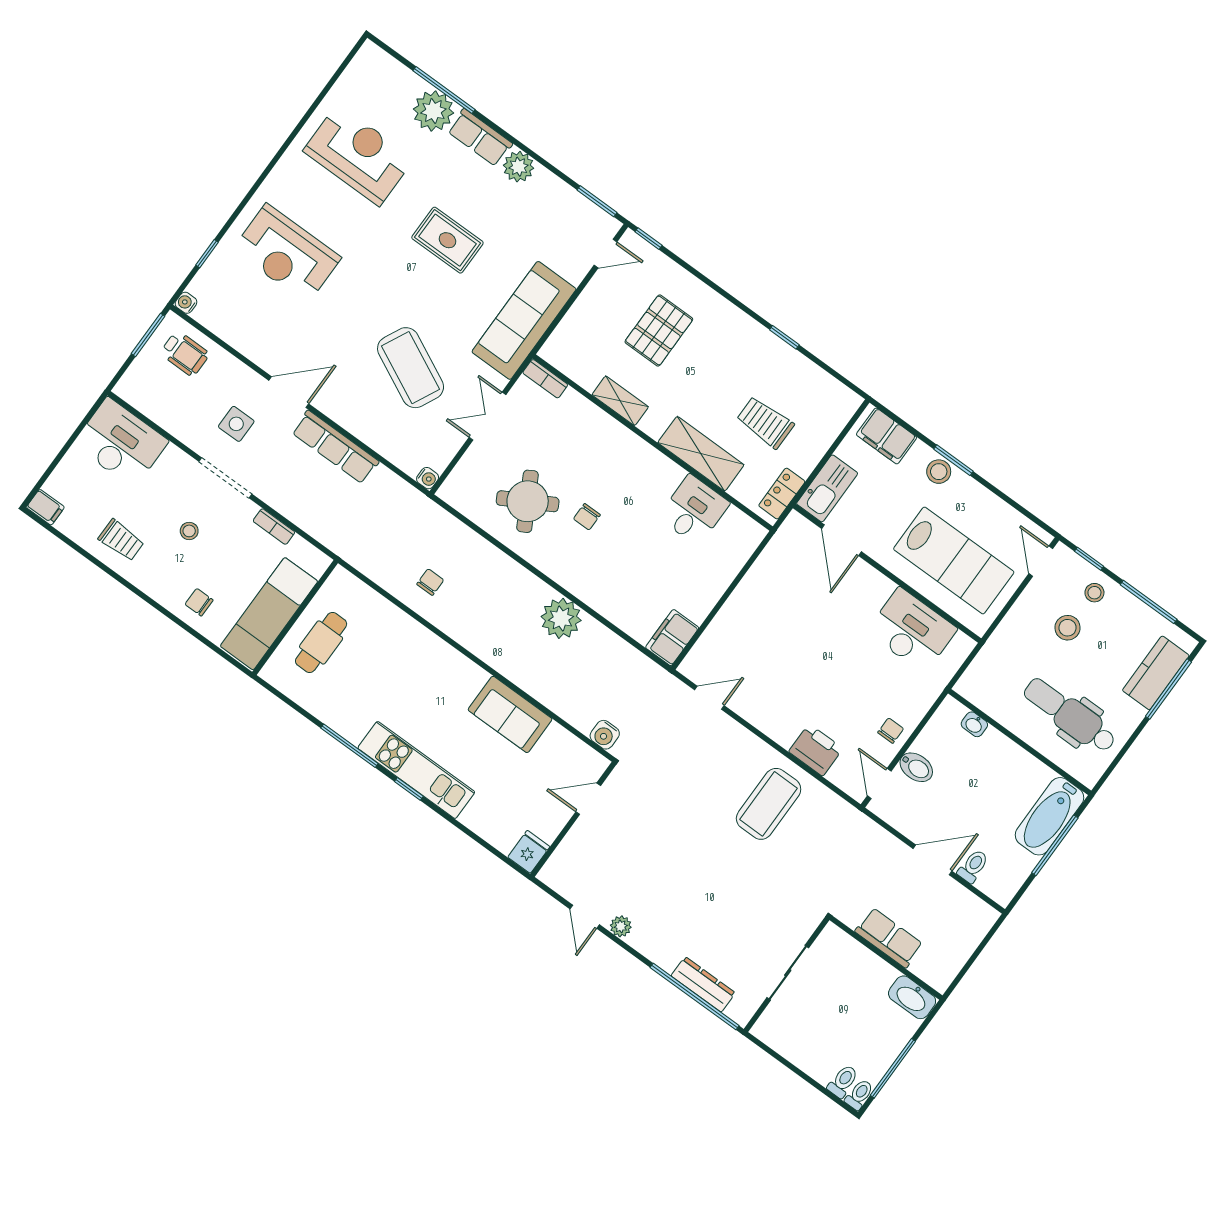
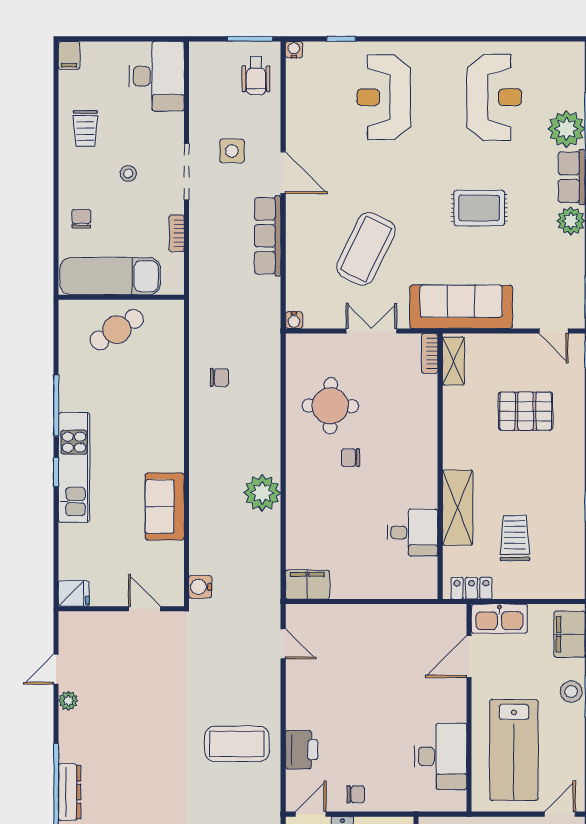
rug: (447, 240) -> (479, 208), turned 90
shelving: (620, 401) -> (453, 361), moved
round table: (528, 501) -> (330, 406), turned 30
cafe table: (321, 642) -> (117, 330), turned -32

